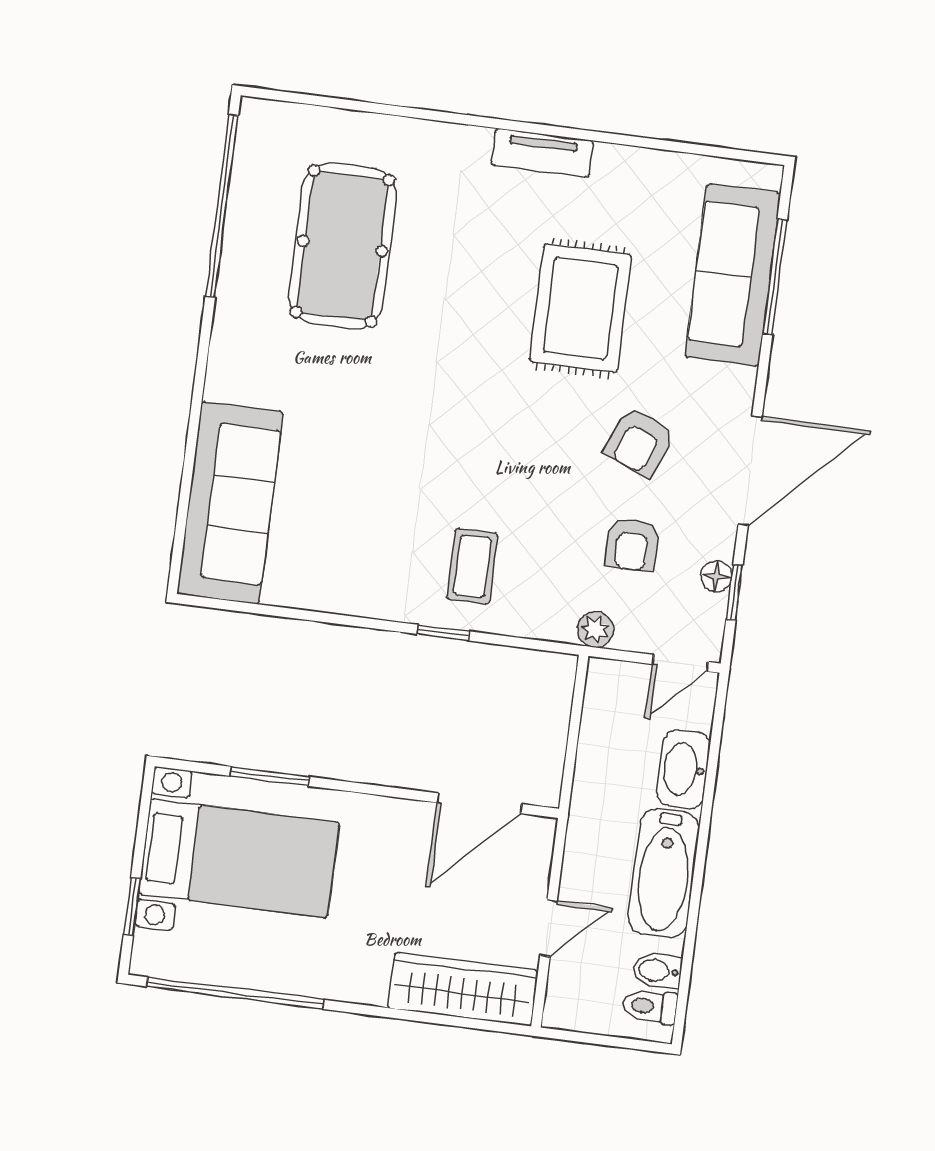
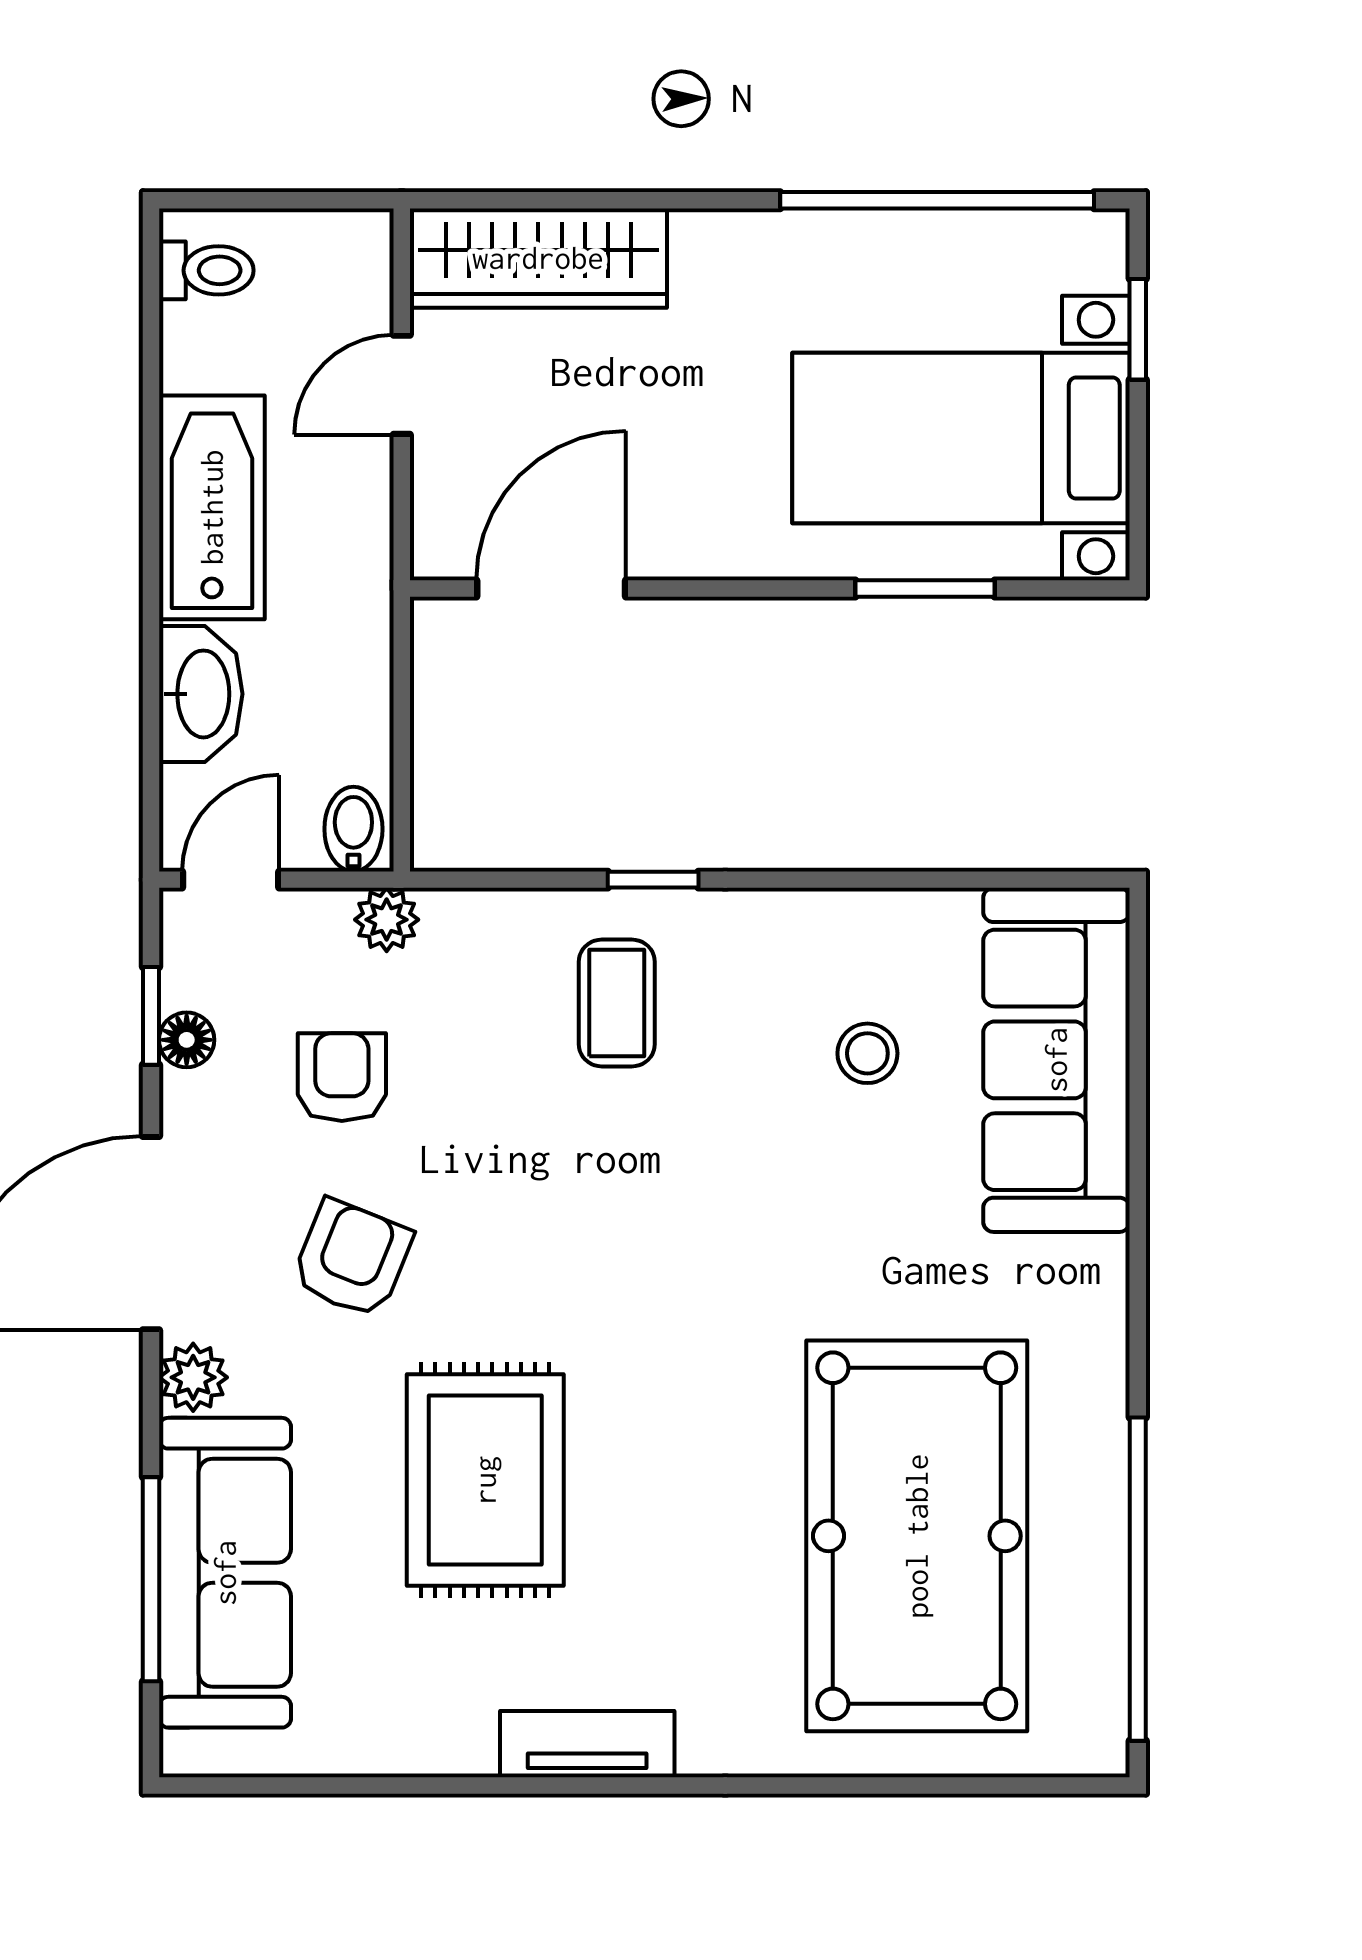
pool table: (343, 246) -> (917, 1536), width x1.36, depth x1.32
plant: (737, 387) -> (193, 1377), added
stool: (336, 520) -> (867, 1053), added
bidet: (657, 971) -> (353, 829), moved, turned -90

